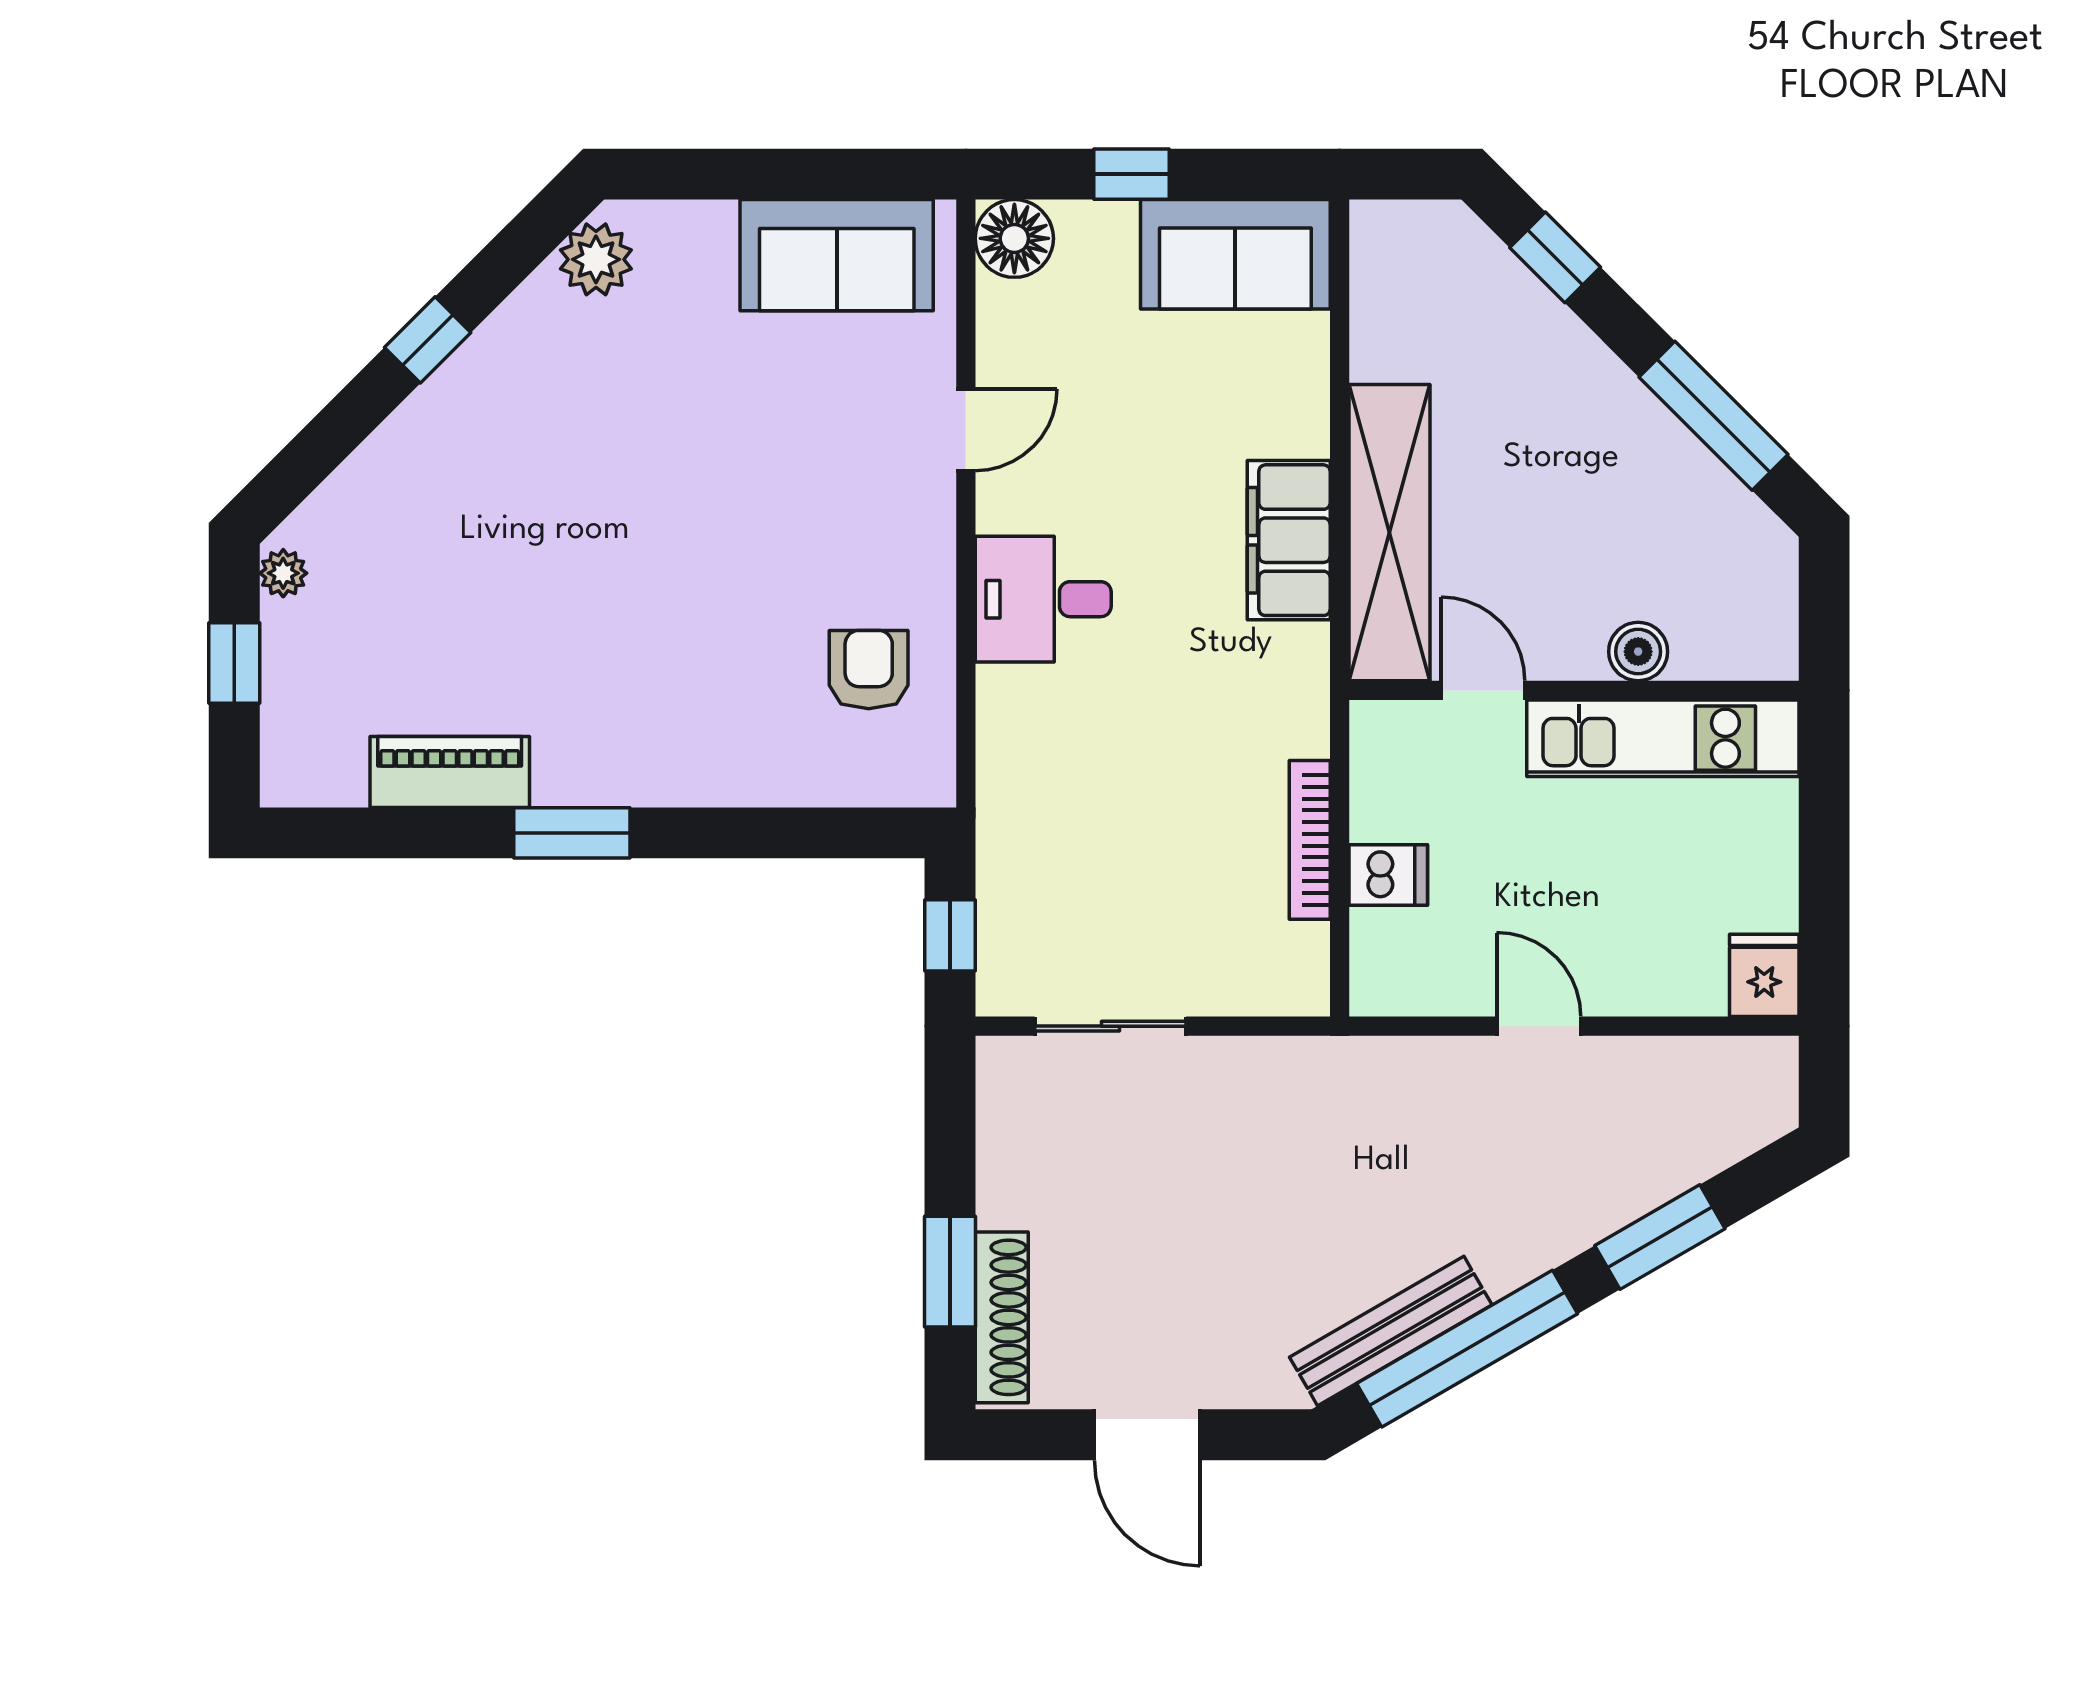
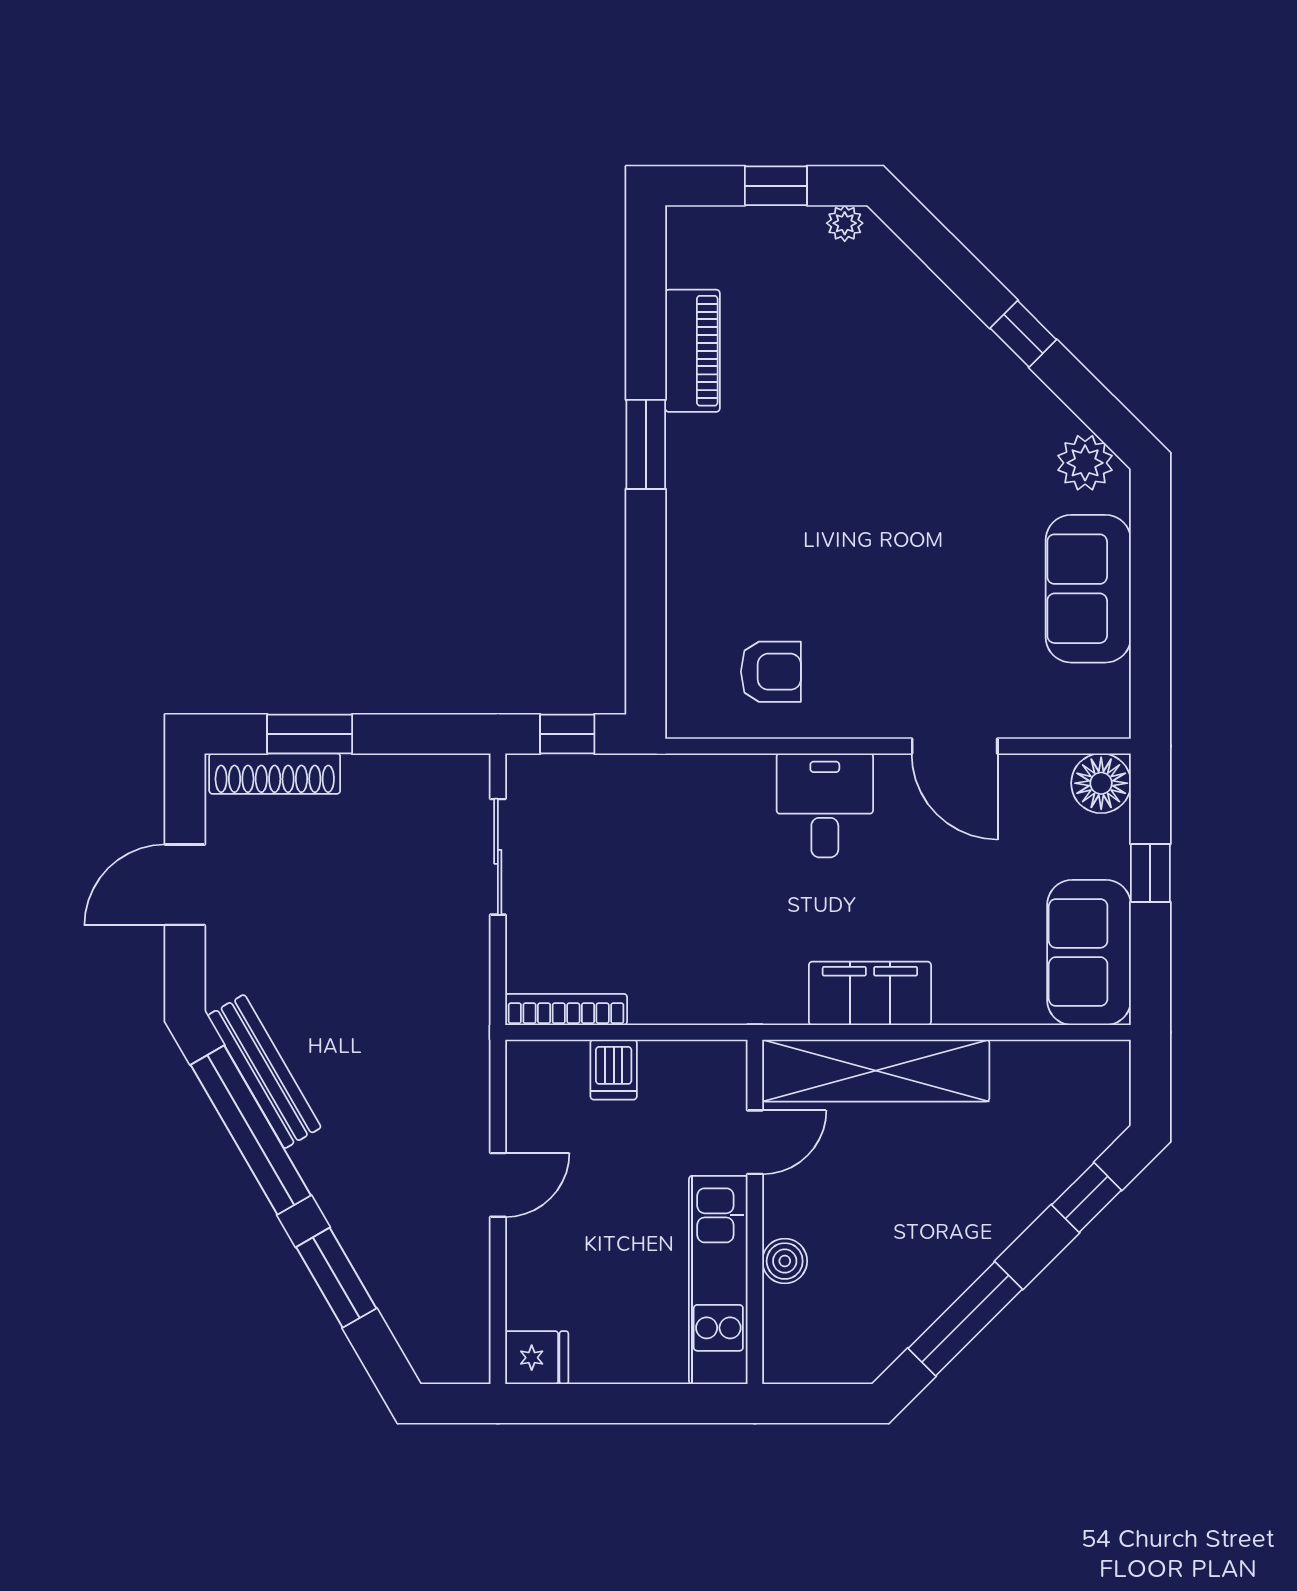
sofa: (837, 255) -> (1088, 589), moved
door: (966, 430) -> (955, 746), width x1.37
bookcase: (1310, 840) -> (566, 1009), moved

